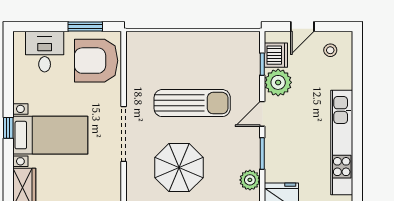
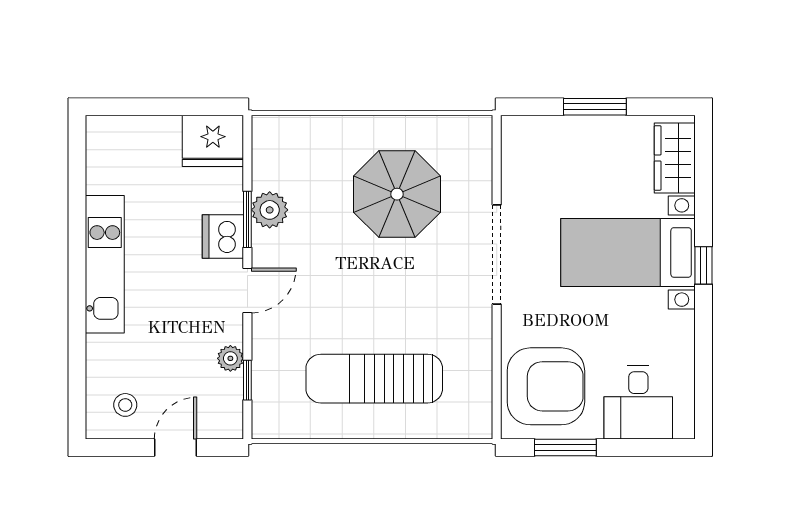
dishwasher: (276, 55) -> (223, 237), moved
plant: (278, 82) -> (230, 358), width x0.53, depth x0.53
sun lounger: (192, 103) -> (374, 379), moved
kitchen unit: (342, 143) -> (105, 264), width x0.73
plant: (250, 180) -> (270, 210), moved

